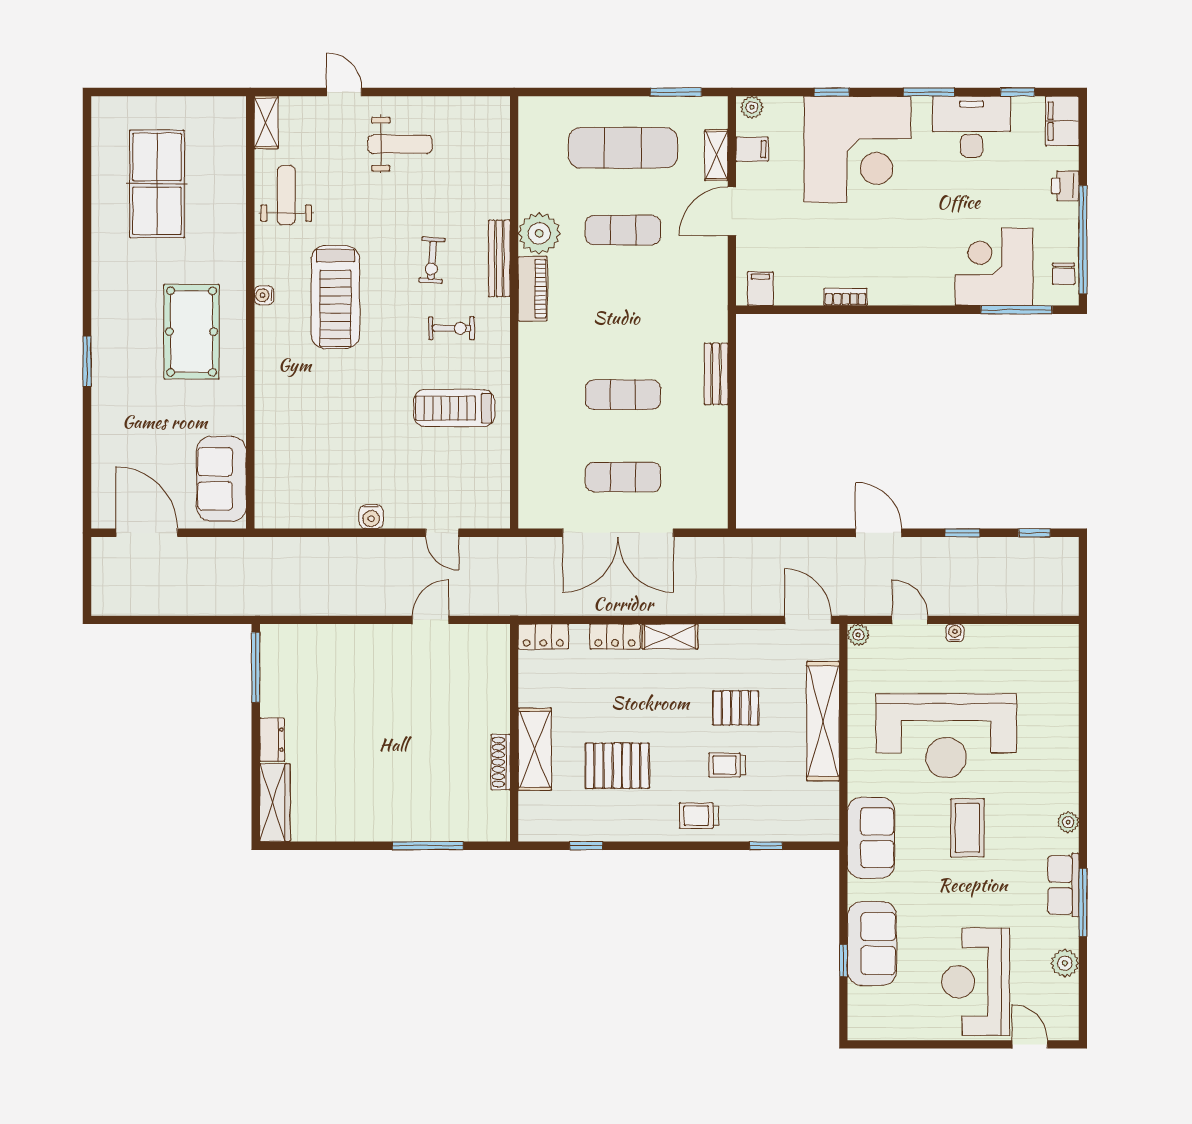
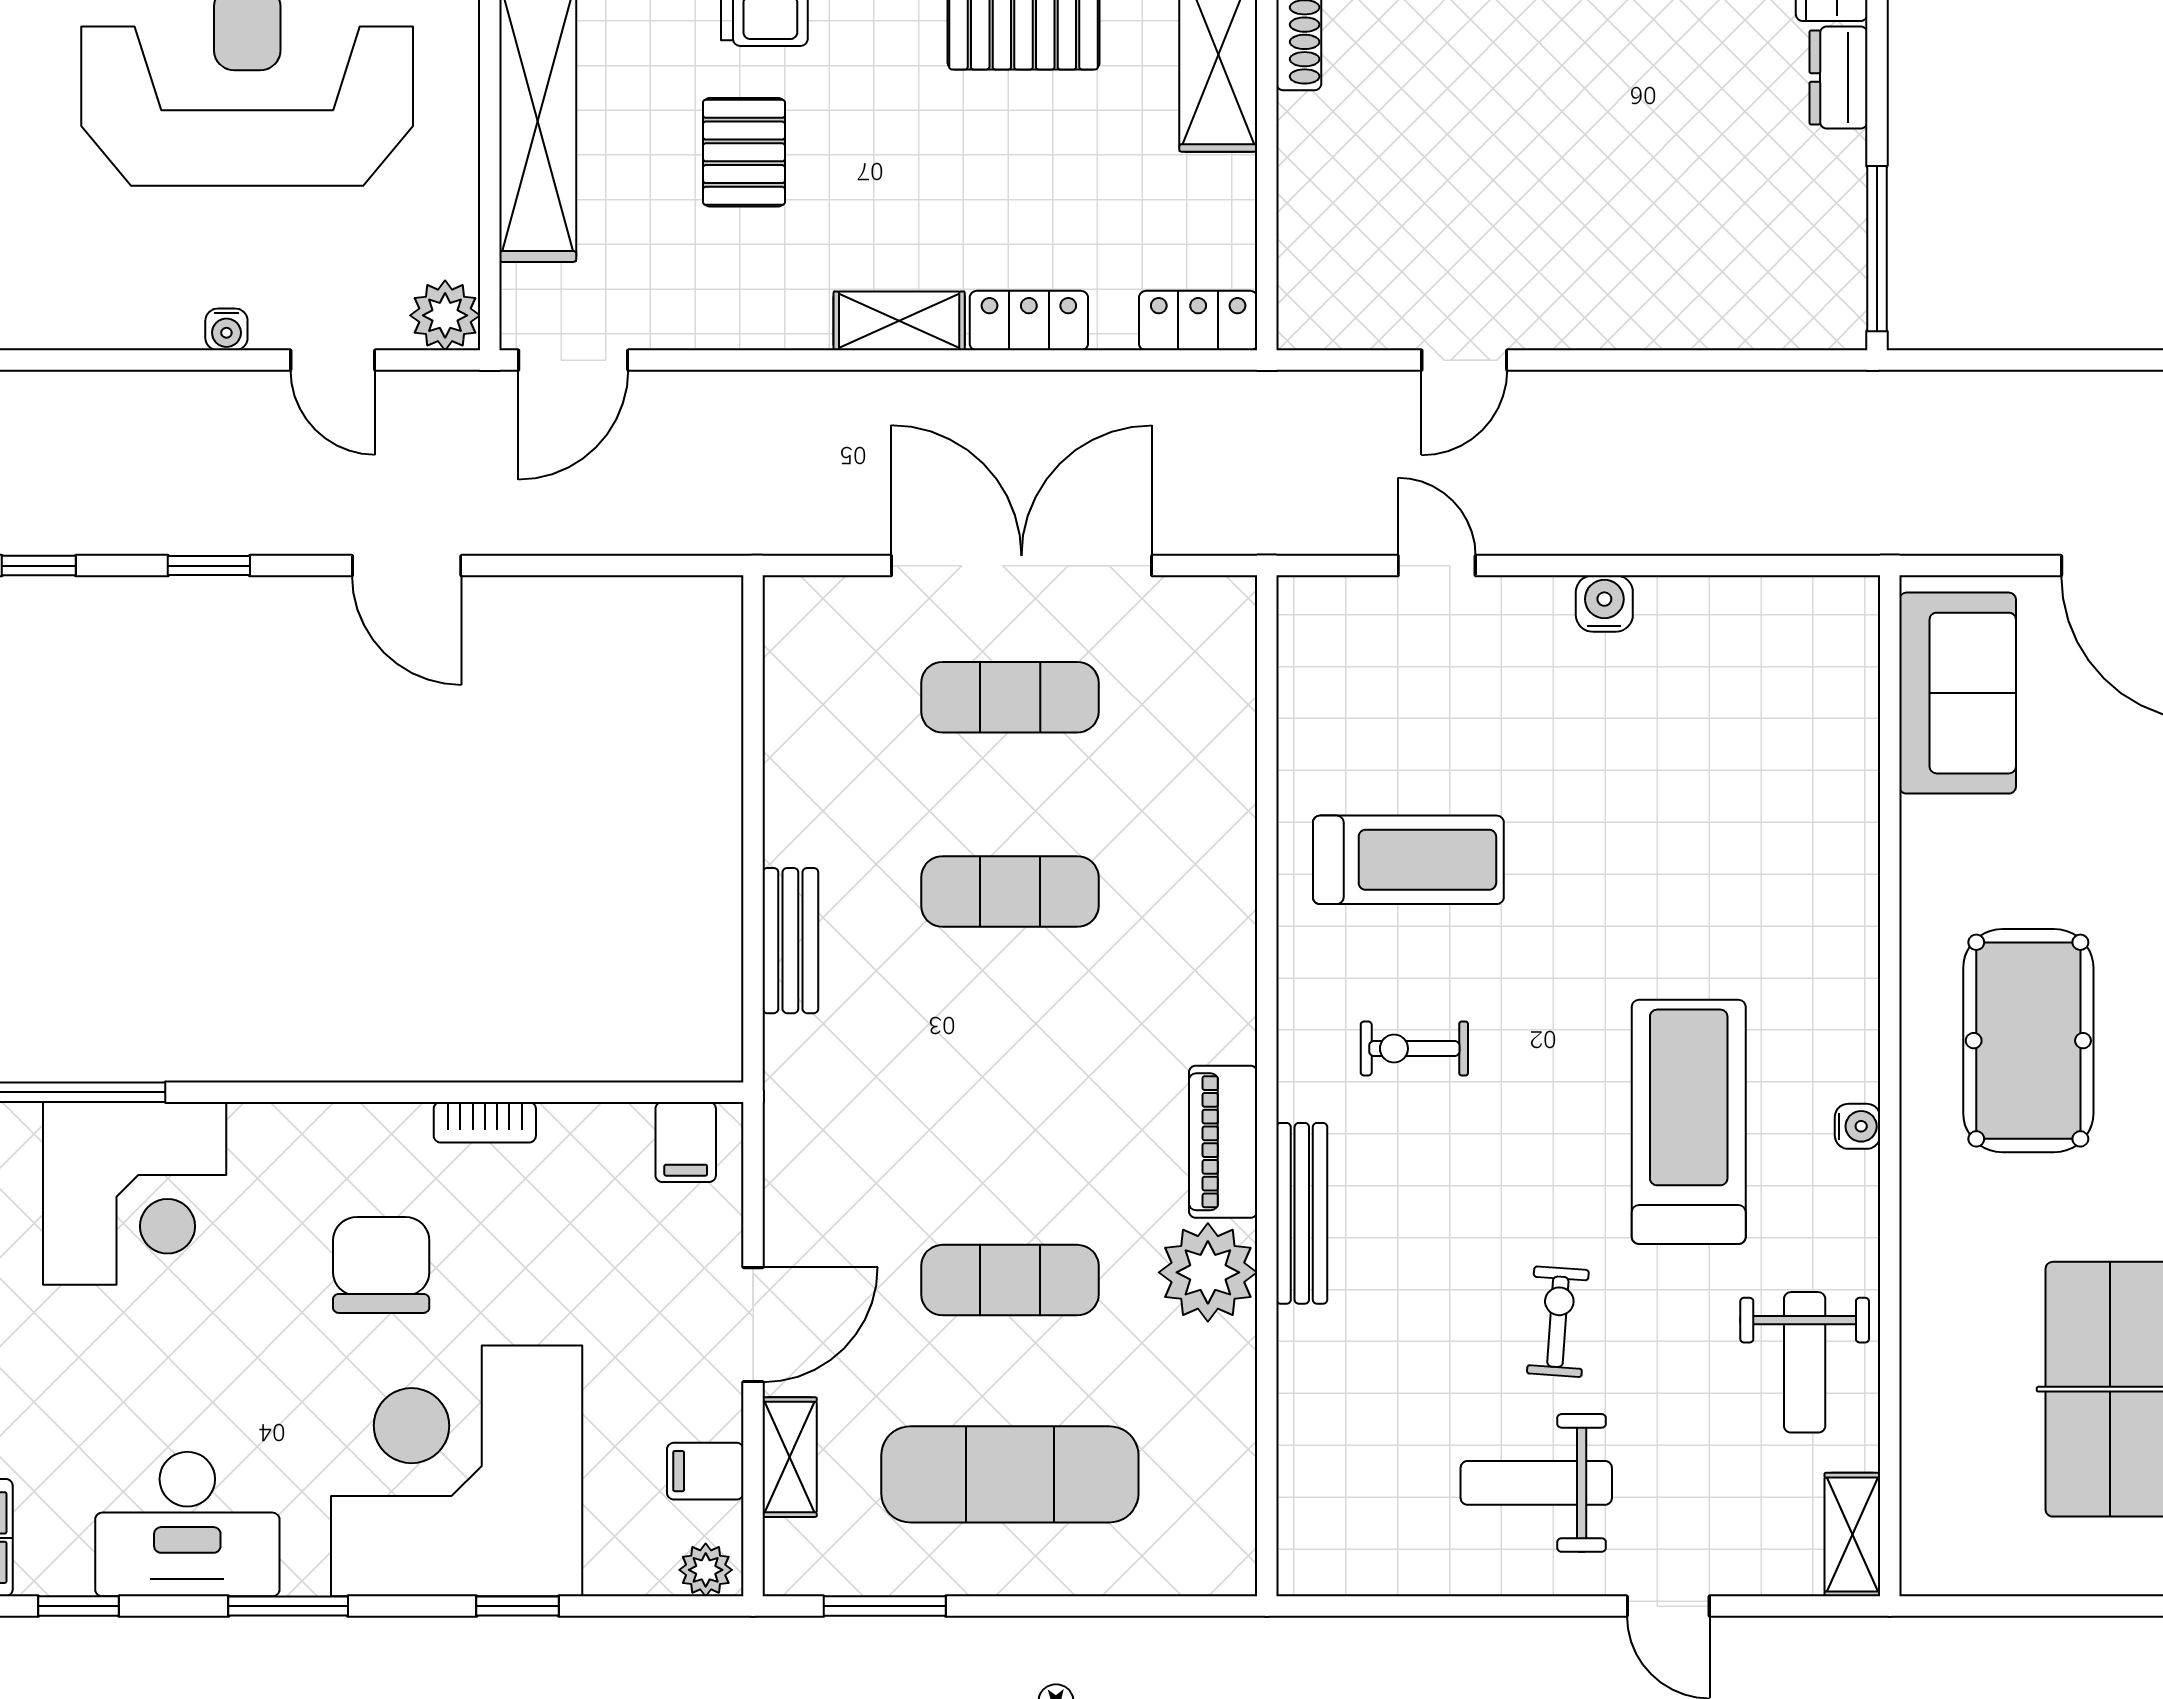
chair: (889, 236) -> (381, 1265), added
exercise bike: (432, 260) -> (1558, 1322), moved
door: (808, 620) -> (573, 360), hinge flipped
plant: (858, 635) -> (445, 315), width x1.38, depth x1.38
pallet: (736, 708) -> (744, 152), turned 90

